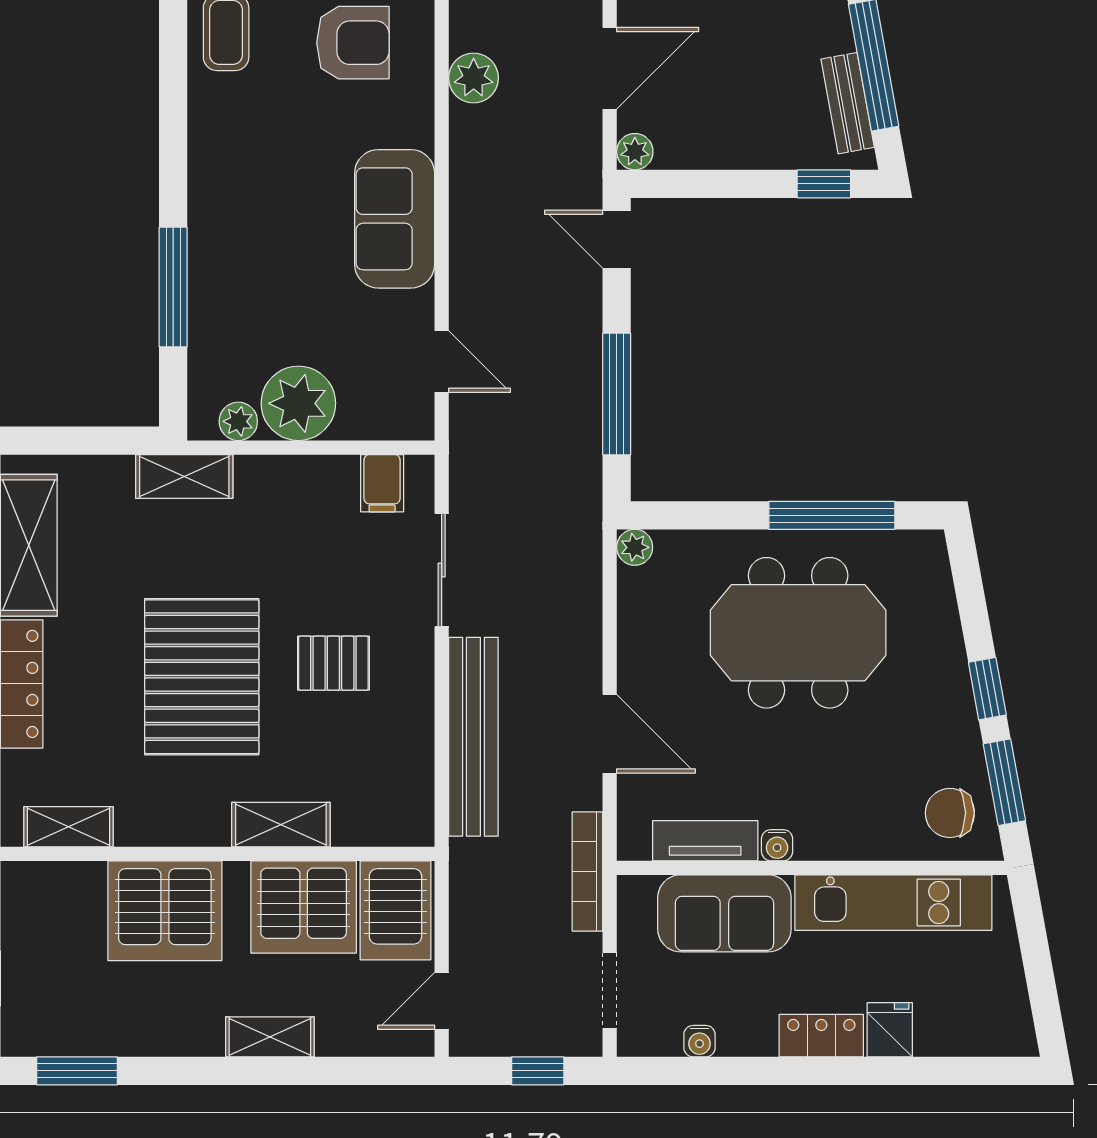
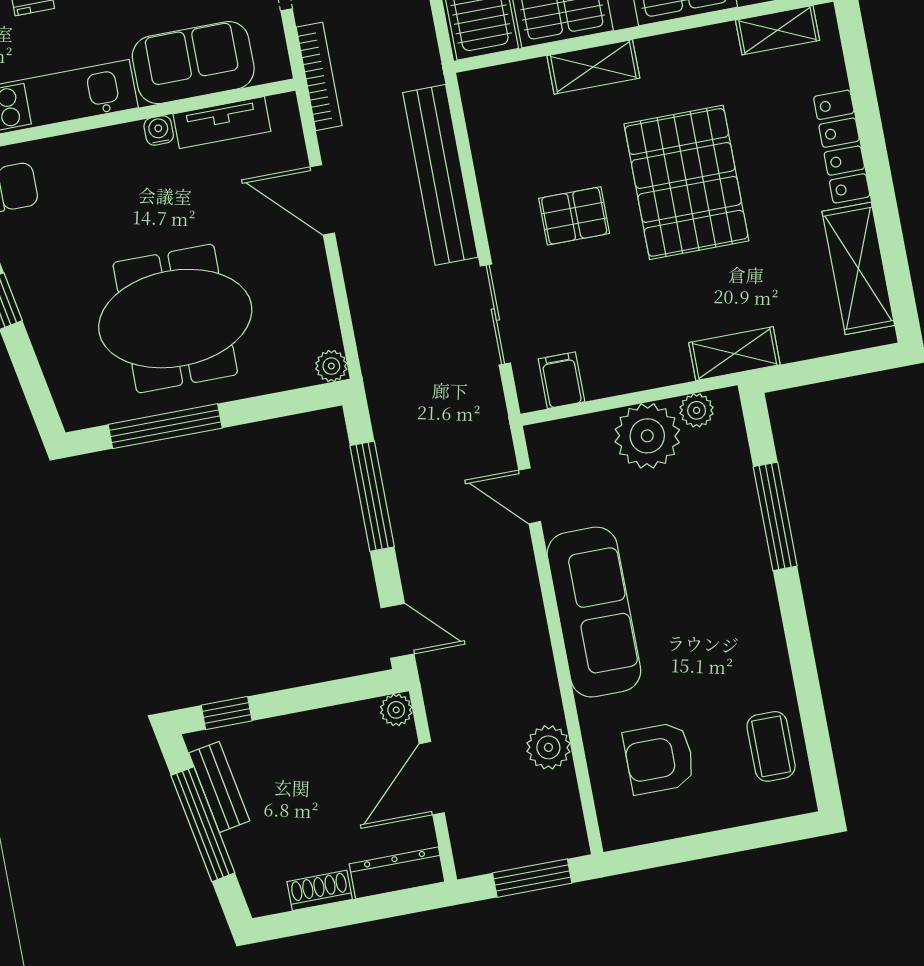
sofa: (395, 219) -> (594, 612), width x1.36

